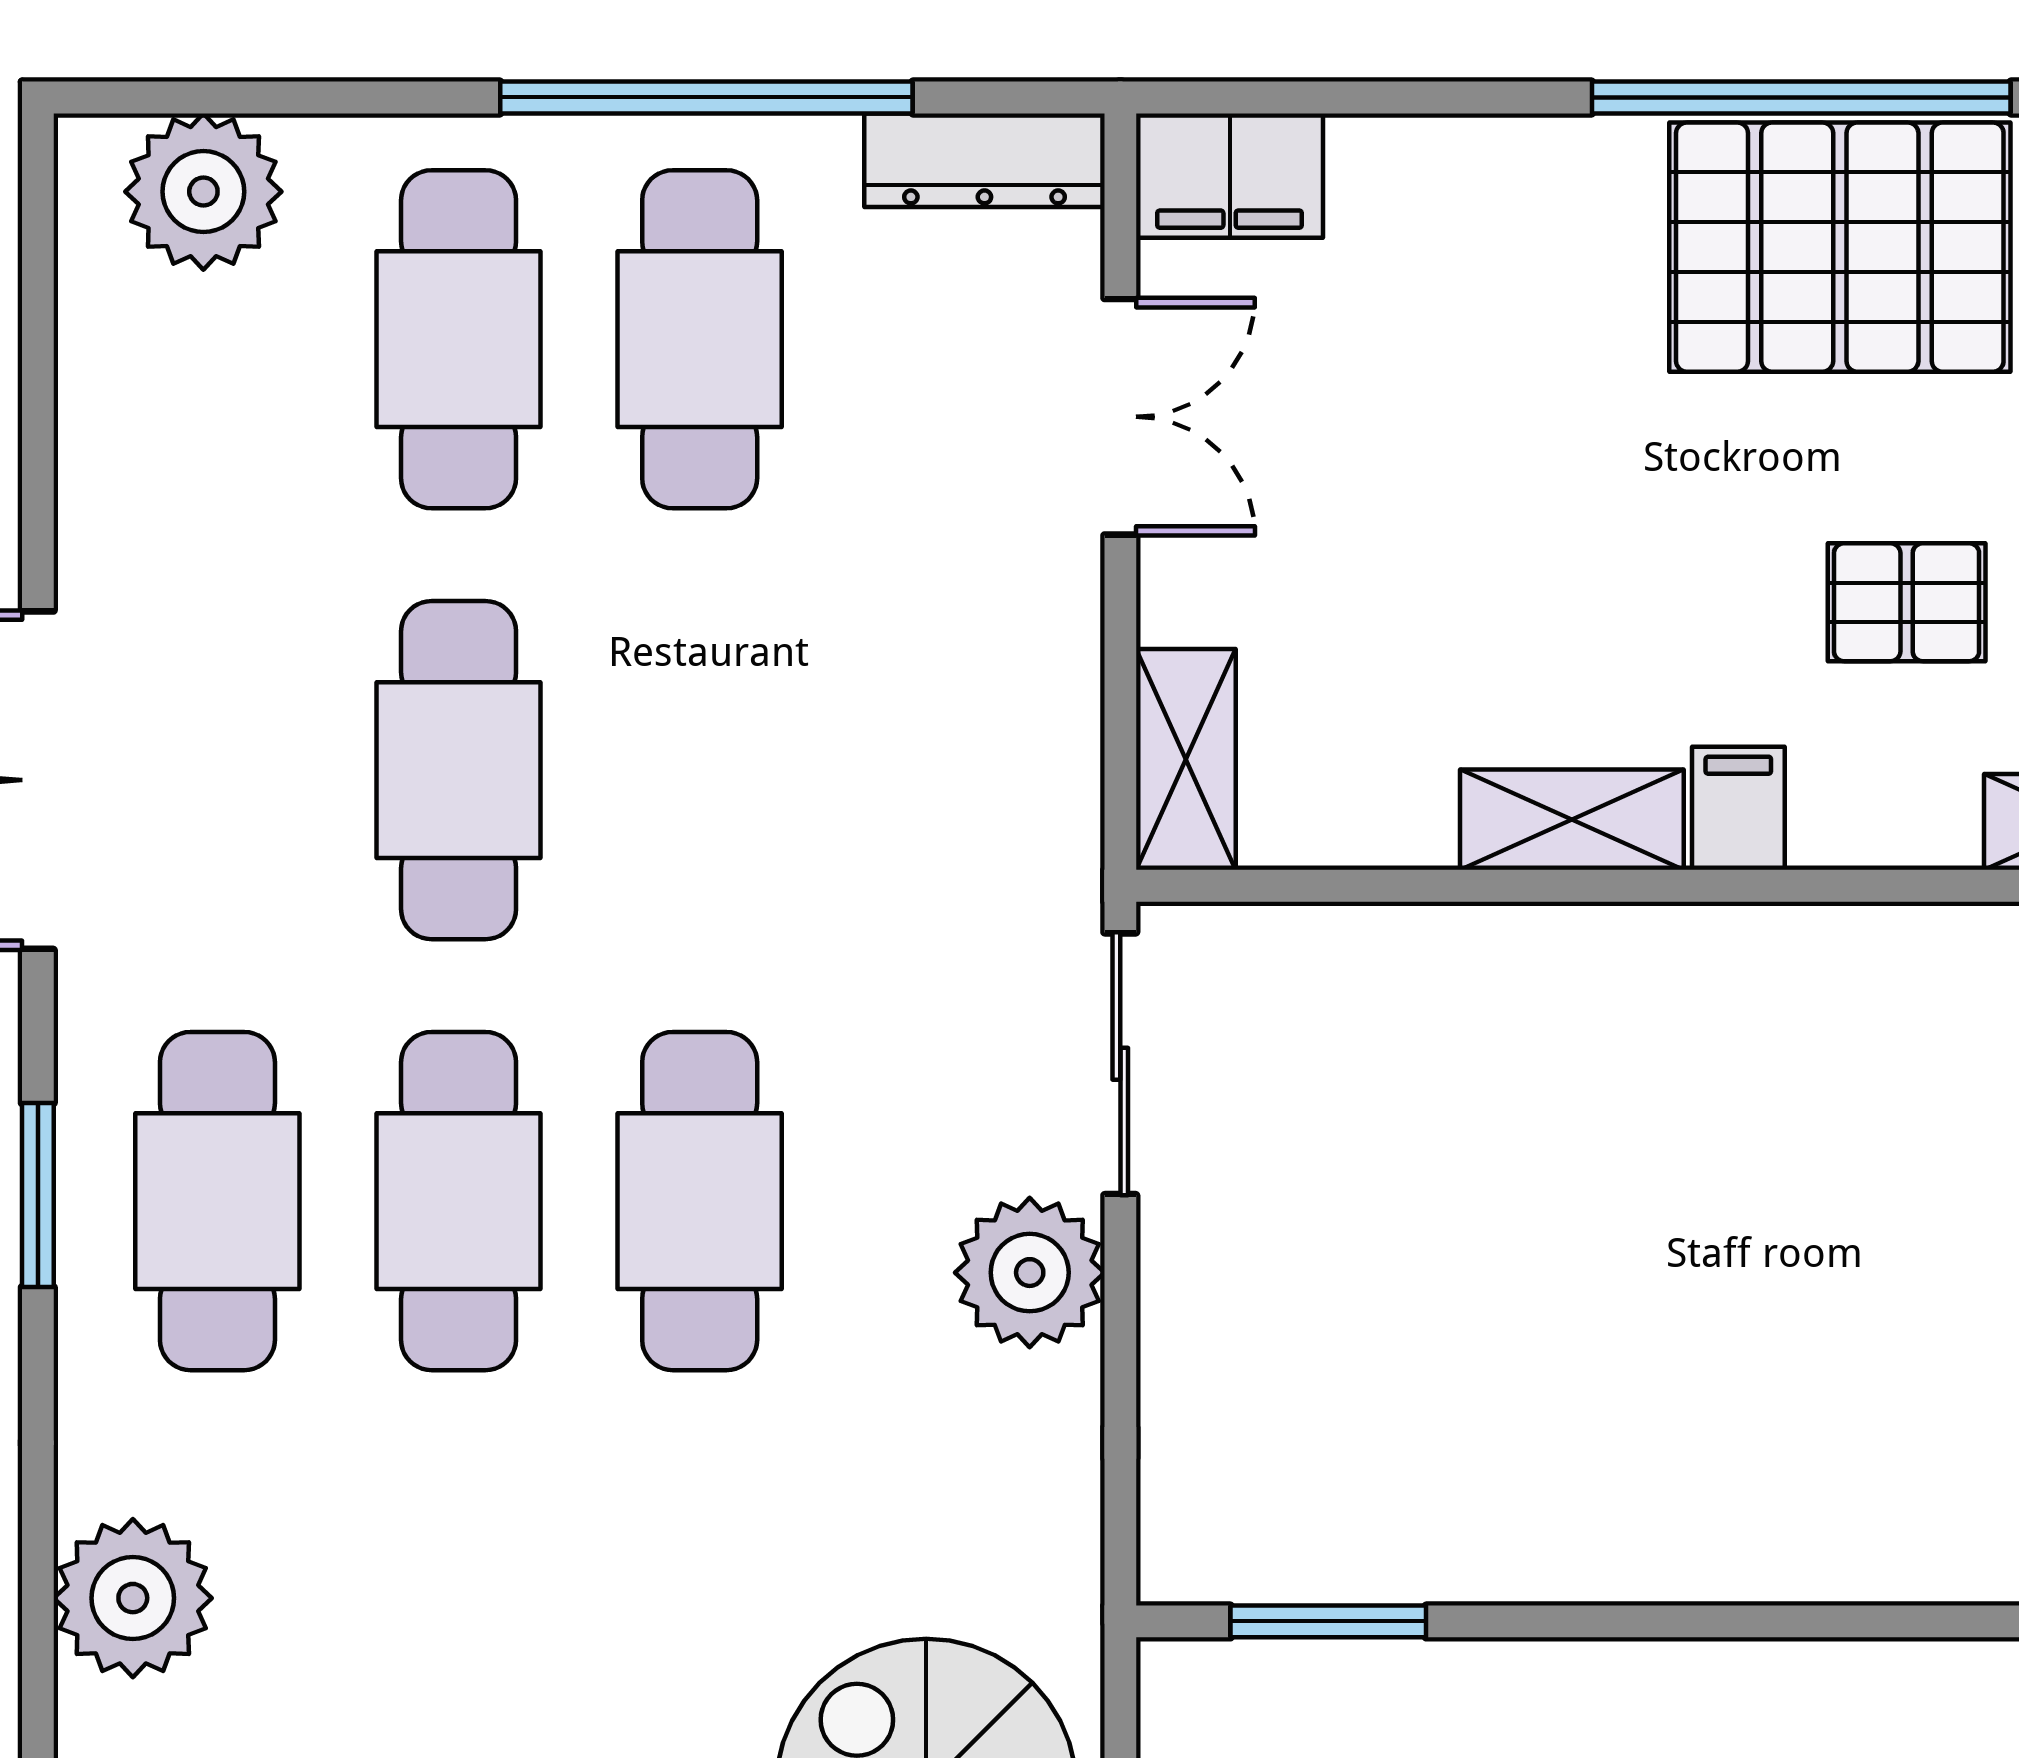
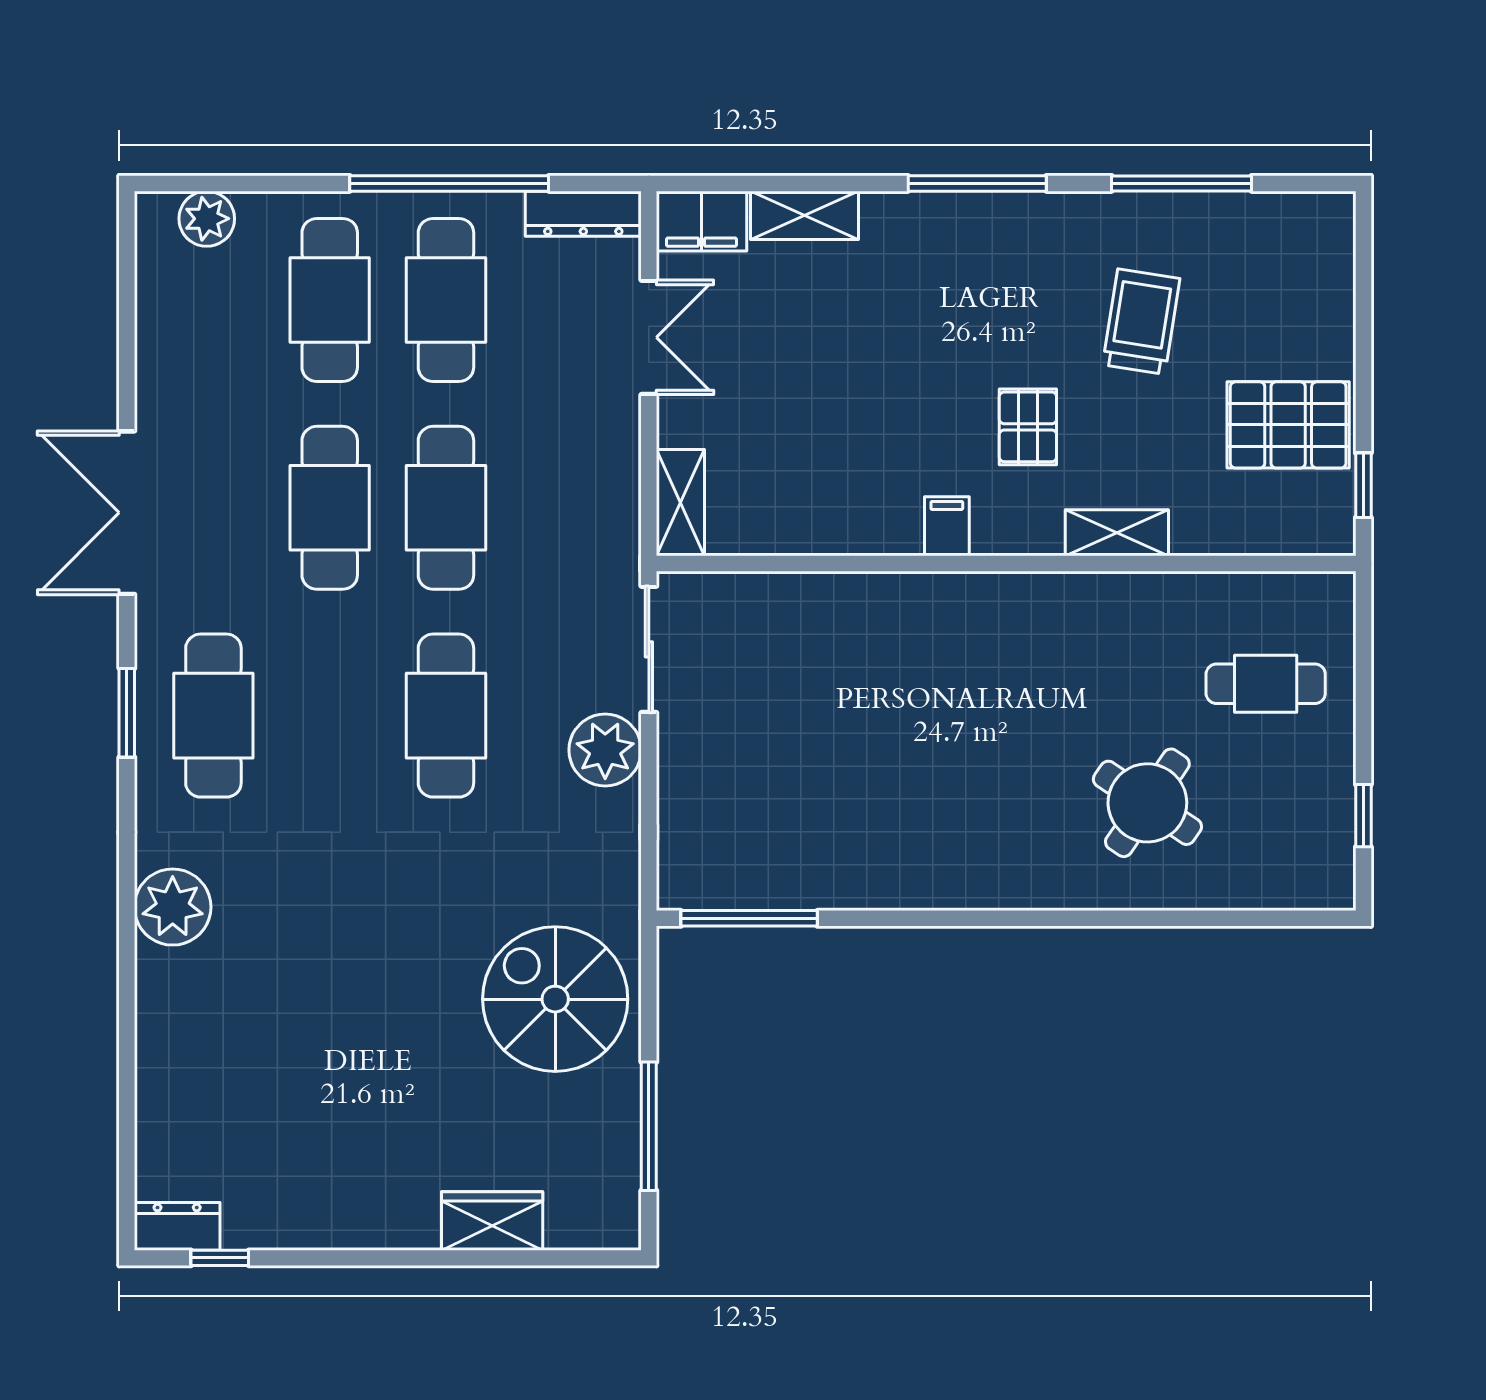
window: (1801, 97) -> (977, 183), width x0.68
plant: (203, 192) -> (207, 219), width x0.73, depth x0.73
pallet: (1840, 247) -> (996, 256), removed
pallet: (1907, 602) -> (1028, 427), turned 90
shelving: (1572, 820) -> (804, 215), moved
cafe table: (459, 1201) -> (446, 508), moved
window: (1328, 1621) -> (749, 918), width x1.44

